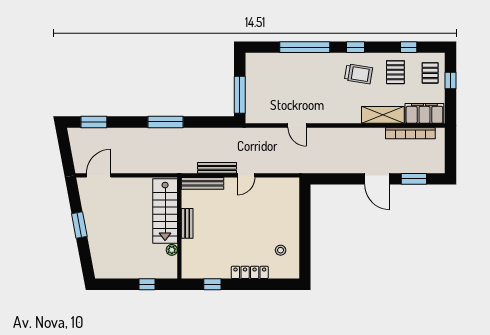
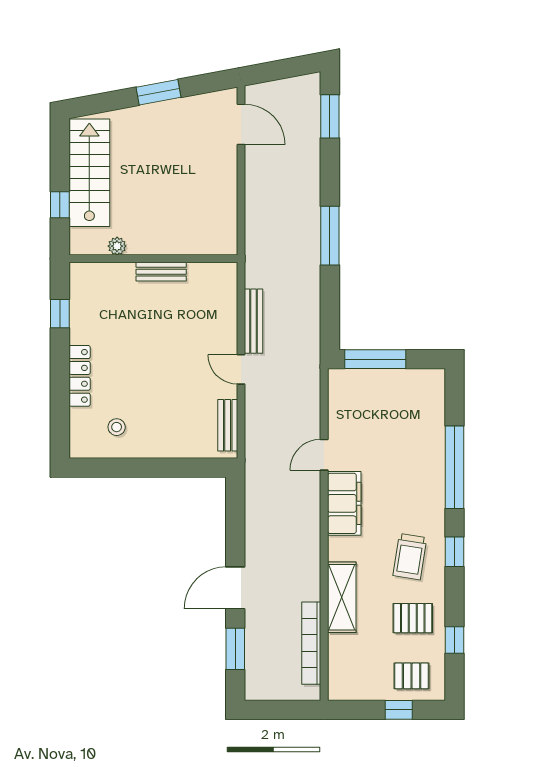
filing cabinet: (424, 113) -> (344, 503), moved
bench: (203, 183) -> (228, 425), moved, width x0.73
stairs: (165, 211) -> (89, 173), moved, turned 90

